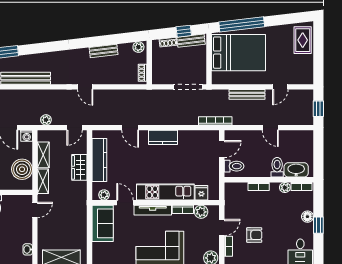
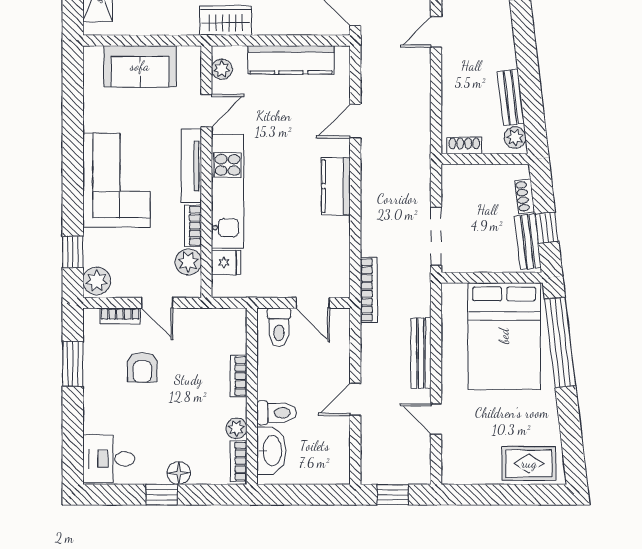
bench: (104, 51) -> (511, 98), moved
wardrobe: (79, 167) -> (226, 20), moved
sofa: (103, 223) -> (140, 66), moved

